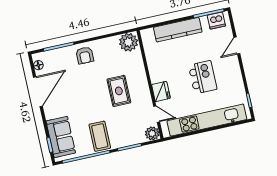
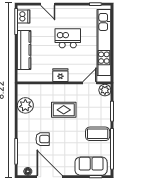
plant: (128, 42) -> (25, 105), moved
armchair: (85, 55) -> (43, 139), moved
fridge: (161, 91) -> (60, 75), moved

